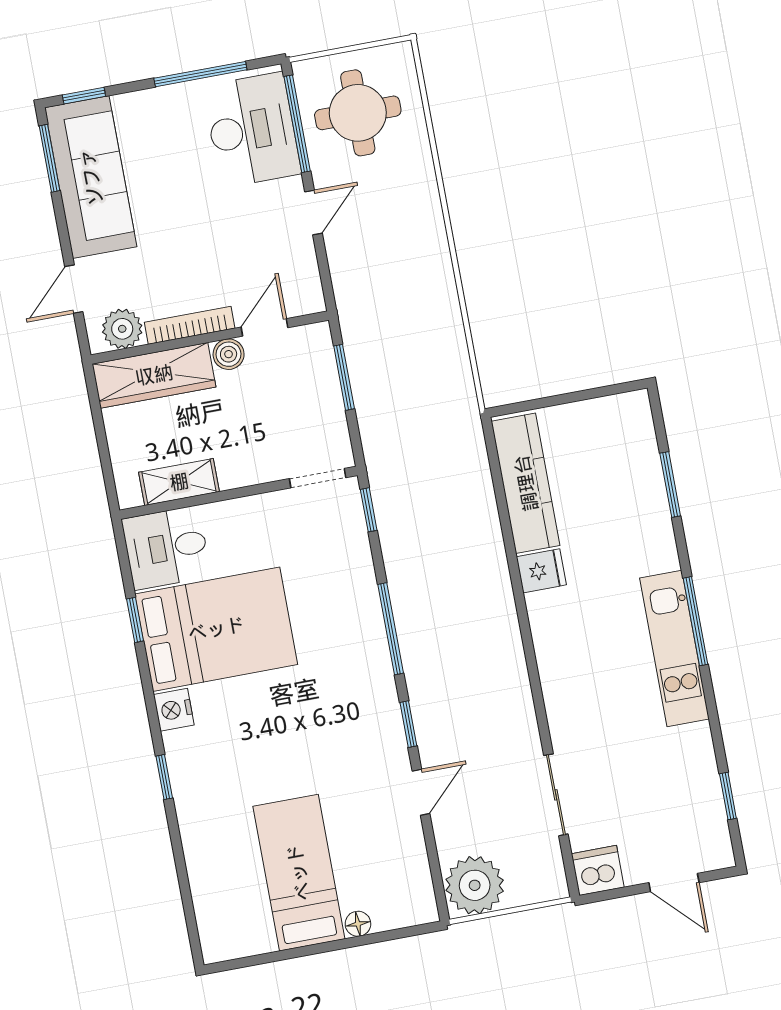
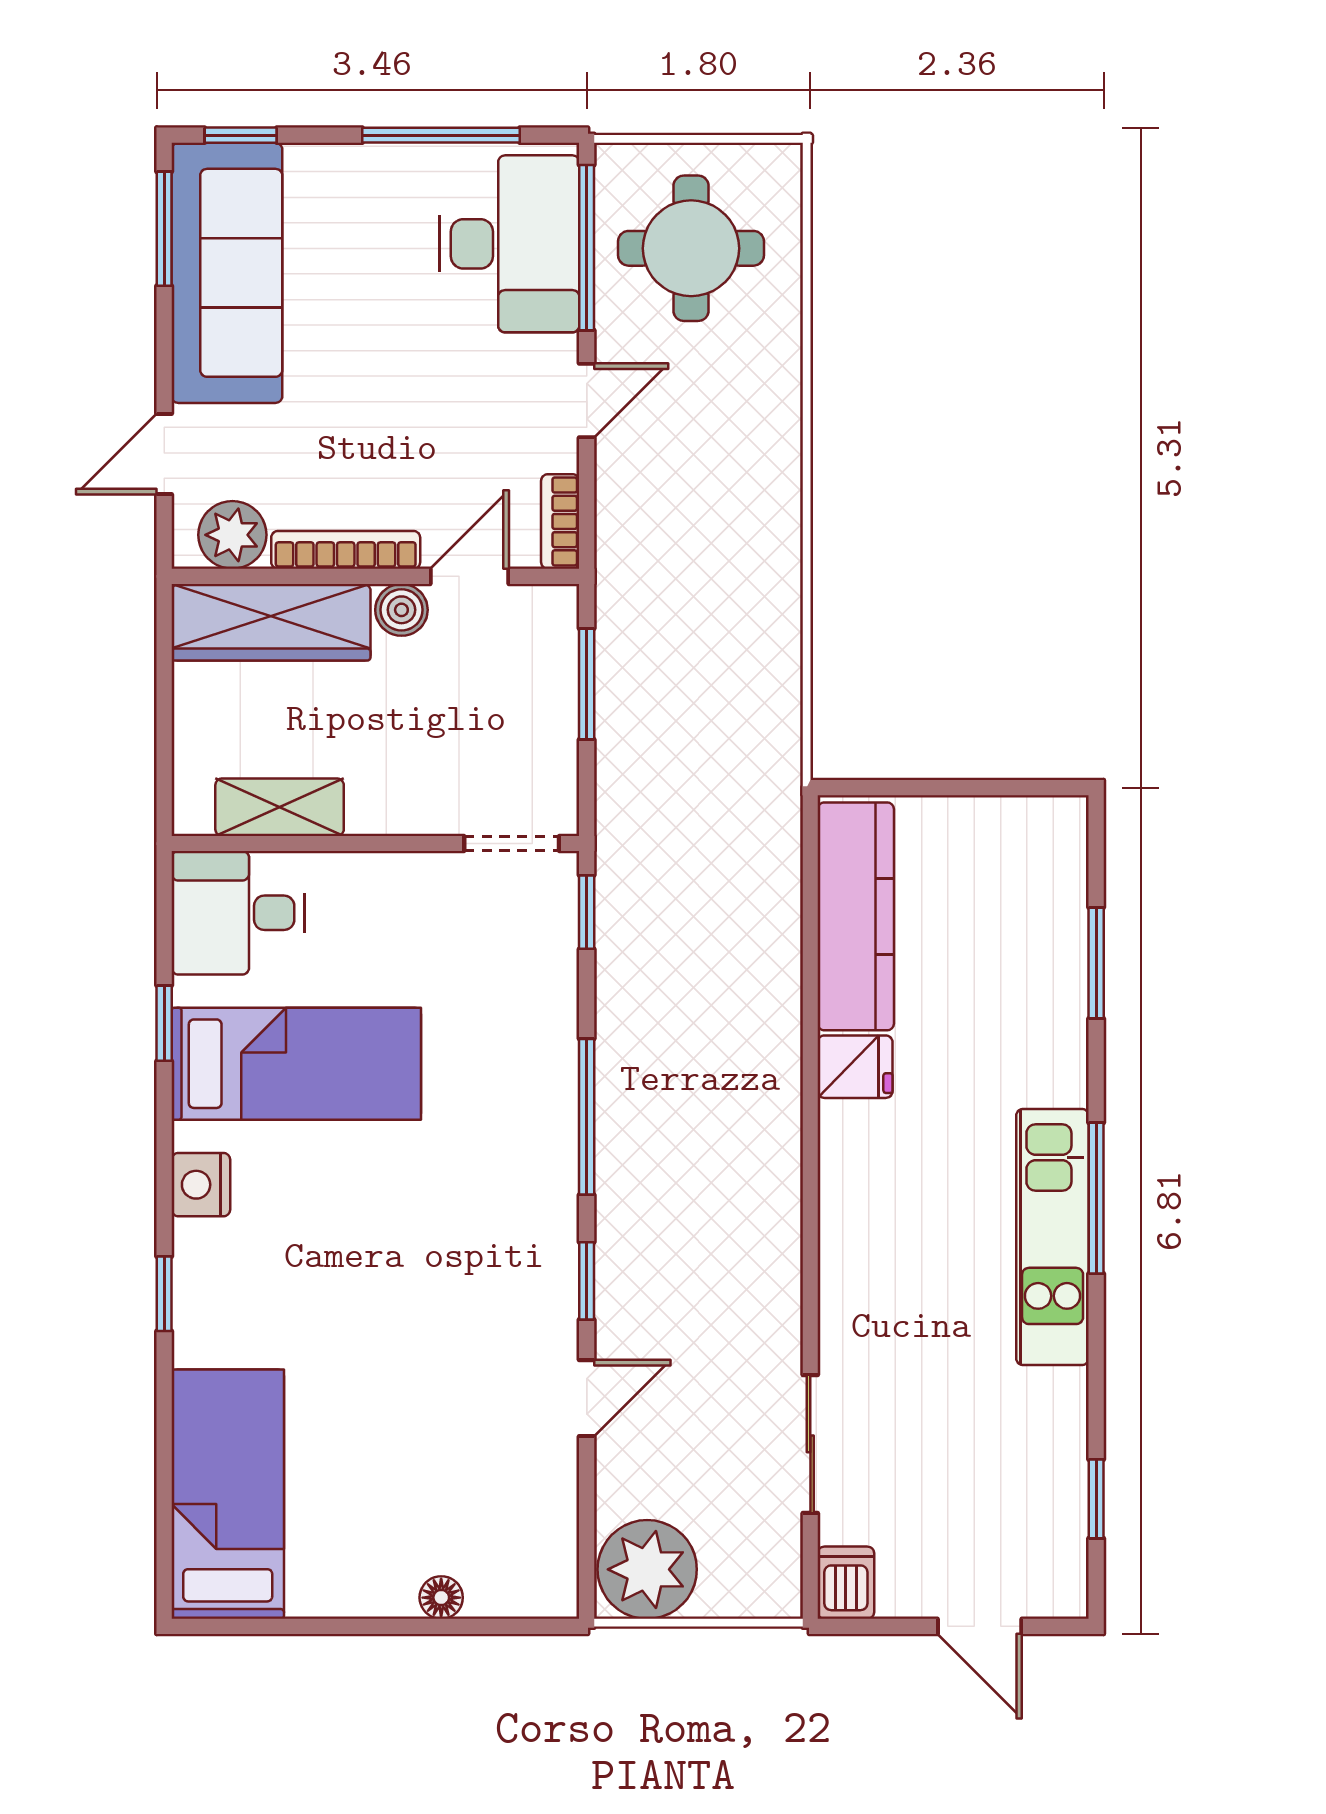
bookcase: (311, 286) -> (560, 521), added
bed: (216, 629) -> (296, 1064), width x0.67
dishwasher: (598, 870) -> (846, 1583), width x0.73
bed: (299, 873) -> (228, 1494), moved

